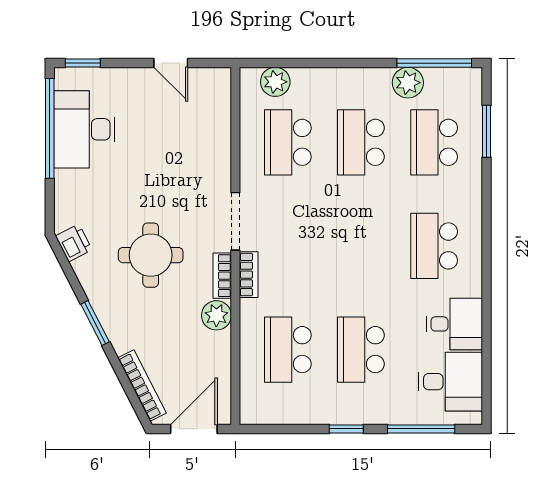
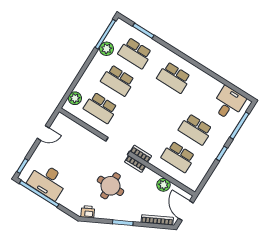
plant: (216, 315) -> (163, 185), moved
desk: (455, 324) -> (208, 88), removed

